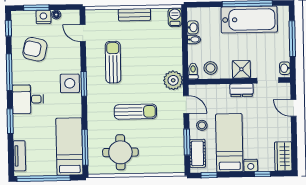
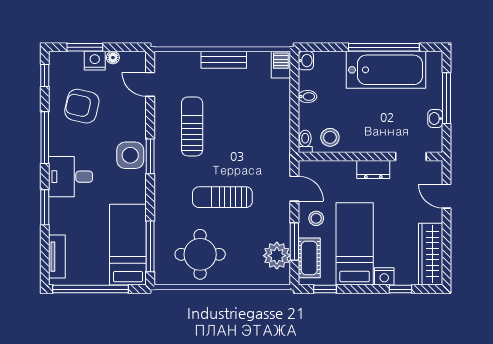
washbasin: (193, 27) -> (306, 61), moved
washbasin: (285, 68) -> (435, 119), moved
shower: (241, 69) -> (374, 140), removed
plant: (173, 80) -> (277, 256), moved
sun lounger: (135, 112) -> (222, 197), turned 180
wardrobe: (283, 156) -> (431, 254), width x1.50

